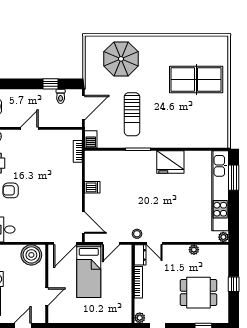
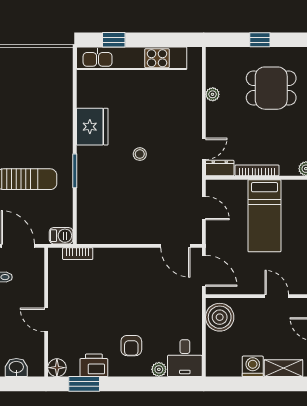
window: (234, 178) -> (114, 40), width x0.67
dishwasher: (92, 187) -> (127, 234), removed
door: (83, 223) -> (175, 246), swing flipped
stool: (137, 234) -> (140, 154), moved
plant: (223, 237) -> (195, 54), removed
bed: (89, 271) -> (264, 216), moved, turned 90
dining table: (198, 293) -> (271, 88), turned 90

